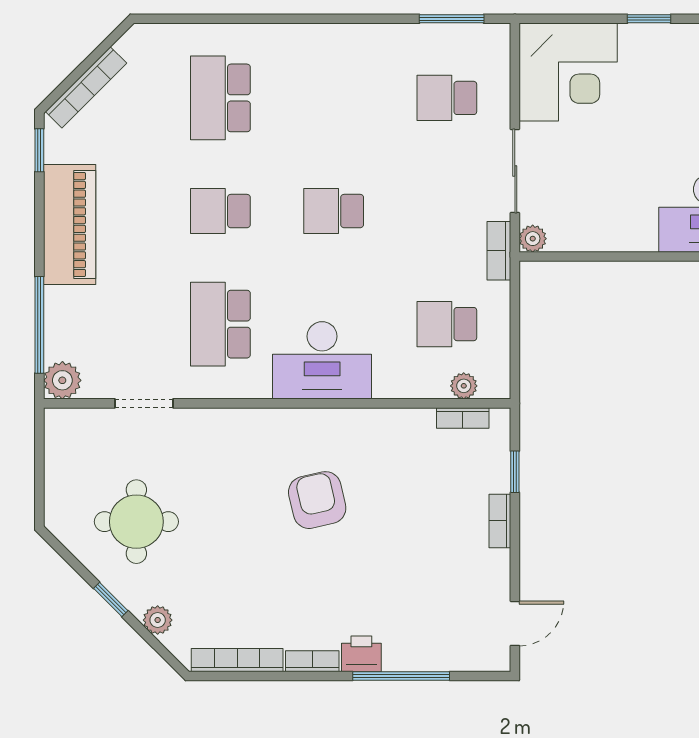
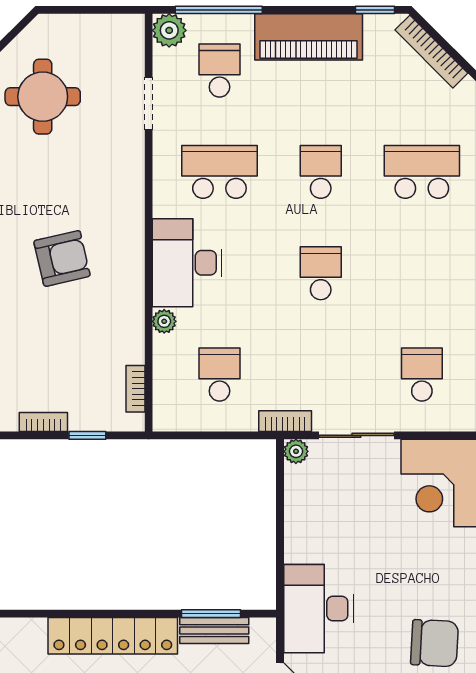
school desk: (107, 324) -> (219, 71), added
plant: (464, 386) -> (164, 321), moved

